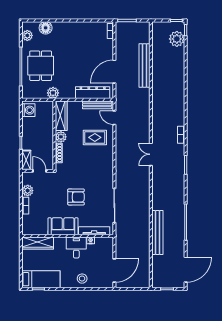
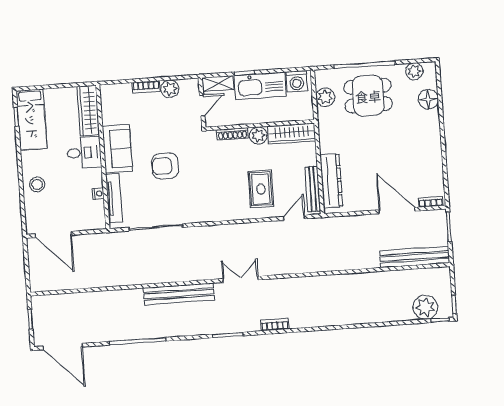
bench: (145, 66) -> (415, 257), moved
door: (114, 72) -> (397, 210), moved
plant: (53, 93) -> (325, 97), moved
kitchen sink: (30, 133) -> (260, 86), added
armchair: (76, 197) -> (165, 166), turned 90
bench: (157, 232) -> (179, 294), moved
desk: (76, 248) -> (84, 153), moved

